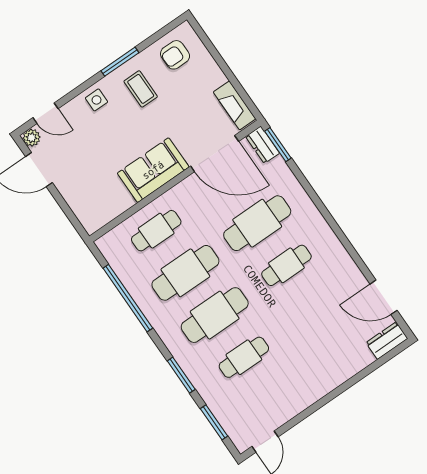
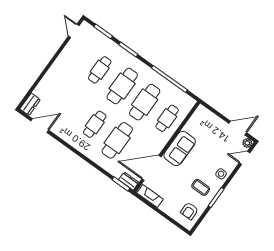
armchair: (175, 55) -> (189, 211), turned 180

